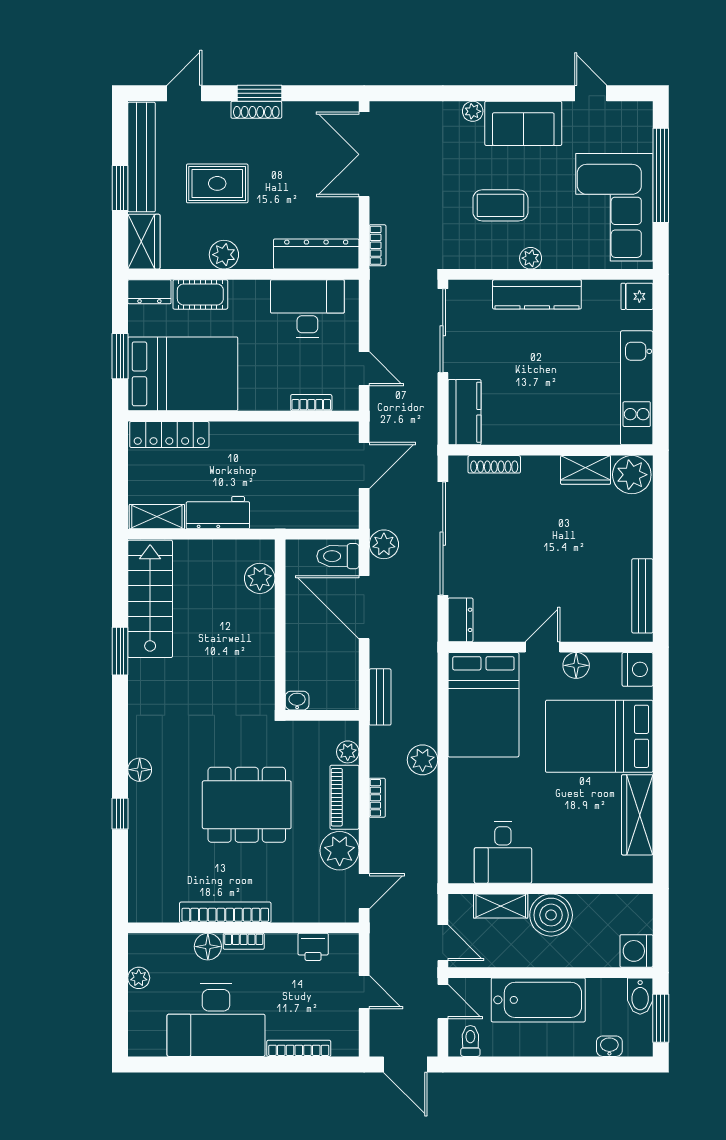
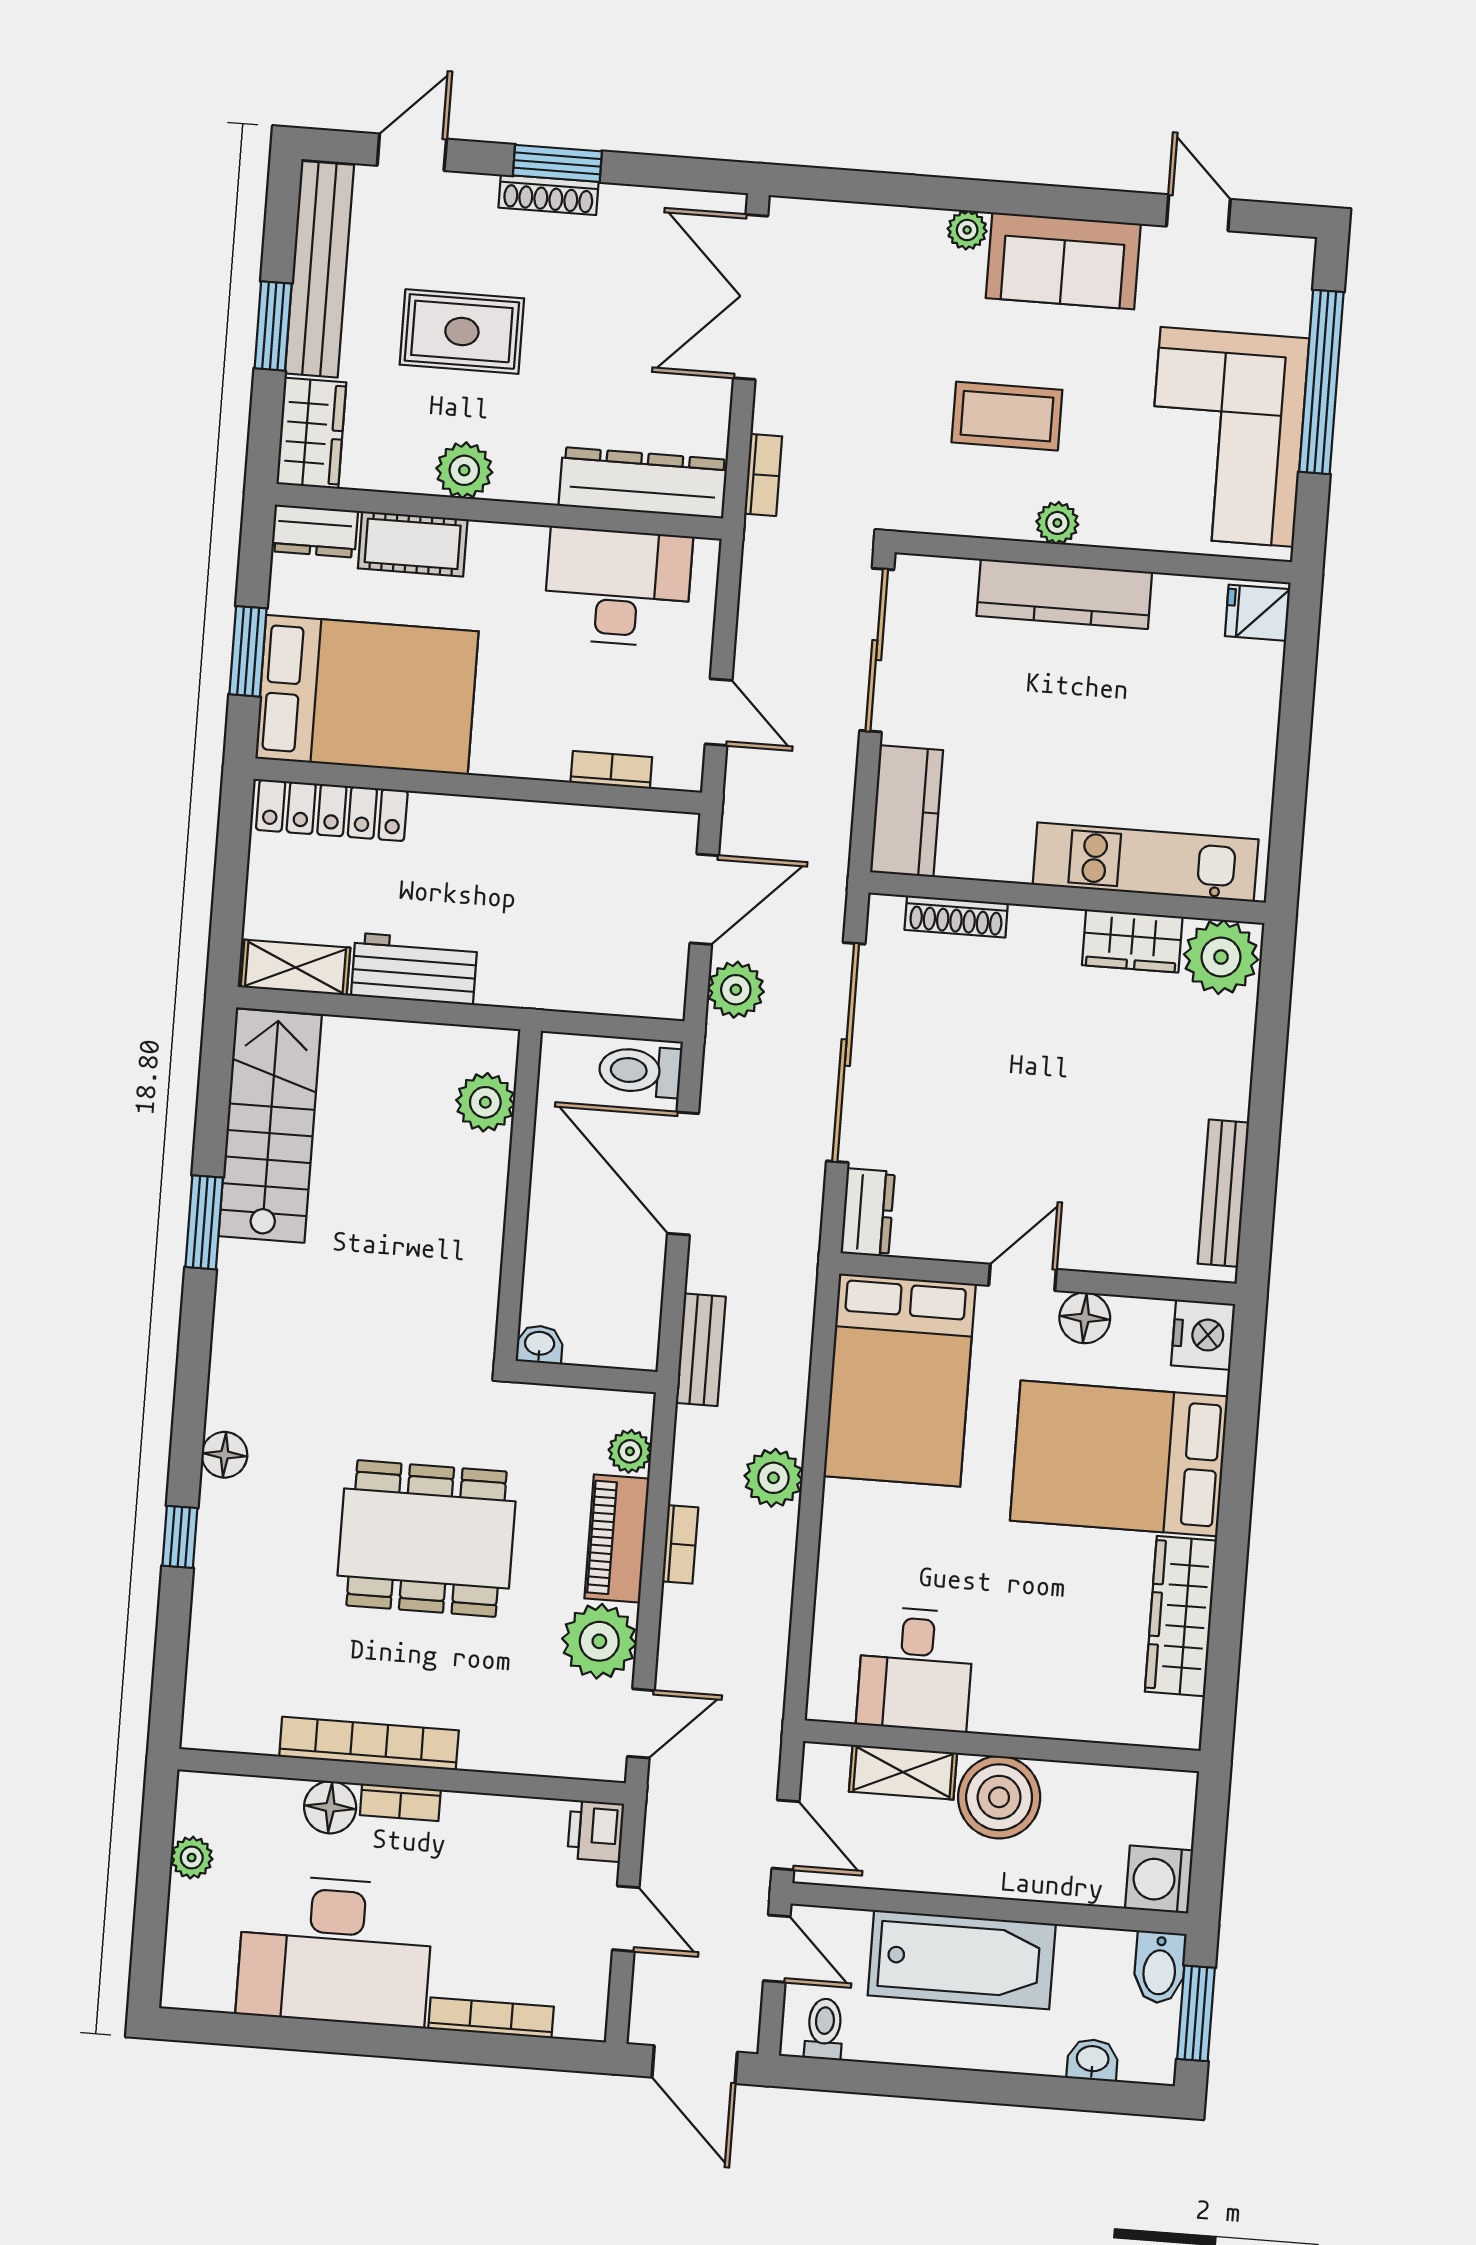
kitchen unit: (637, 388) -> (1146, 862), moved, turned 90
plant: (384, 544) -> (736, 990), moved
printer: (313, 947) -> (596, 1831), moved, turned 90

